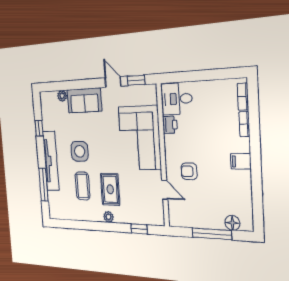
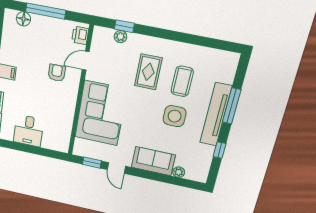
desk: (177, 99) -> (29, 131), moved, turned 90
printer: (170, 125) -> (80, 35), moved
armchair: (189, 171) -> (57, 73), turned -90
window: (44, 185) -> (232, 106), moved
door: (165, 190) -> (86, 61), hinge flipped
plant: (109, 217) -> (121, 37), moved

